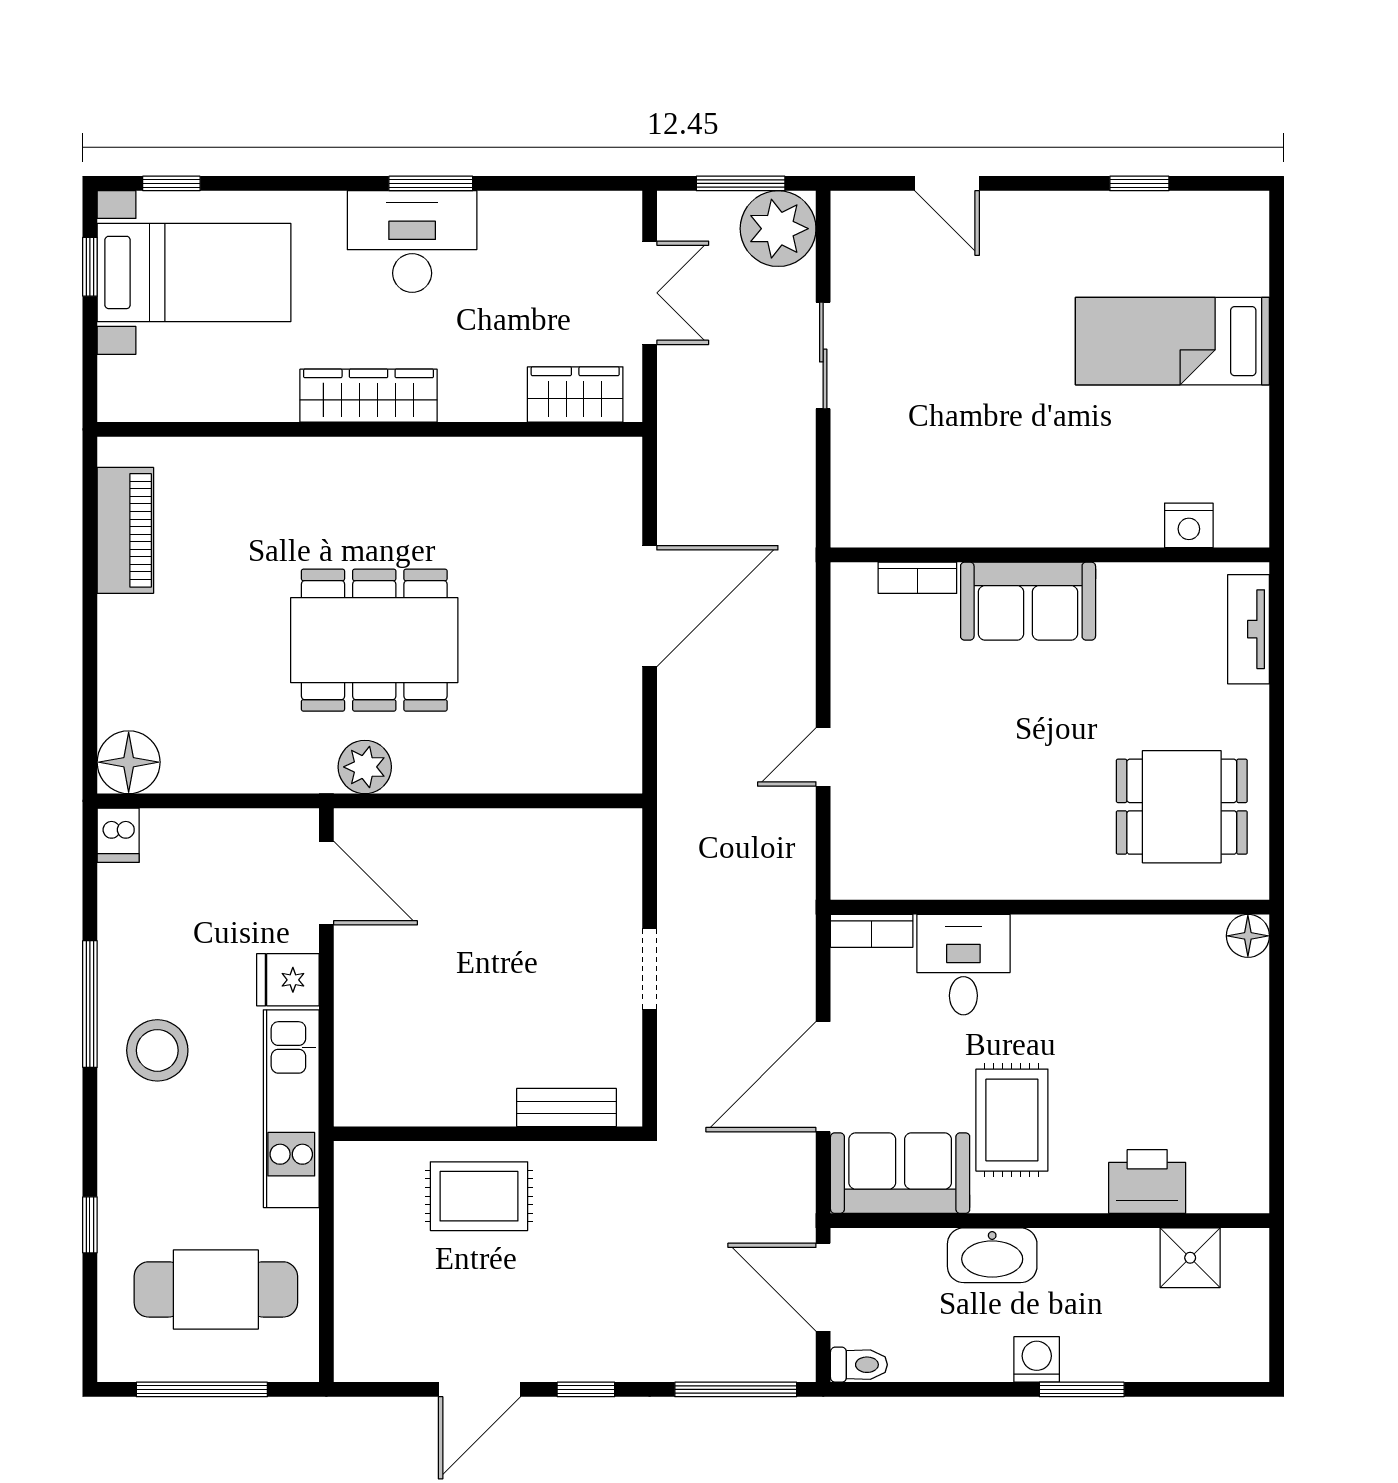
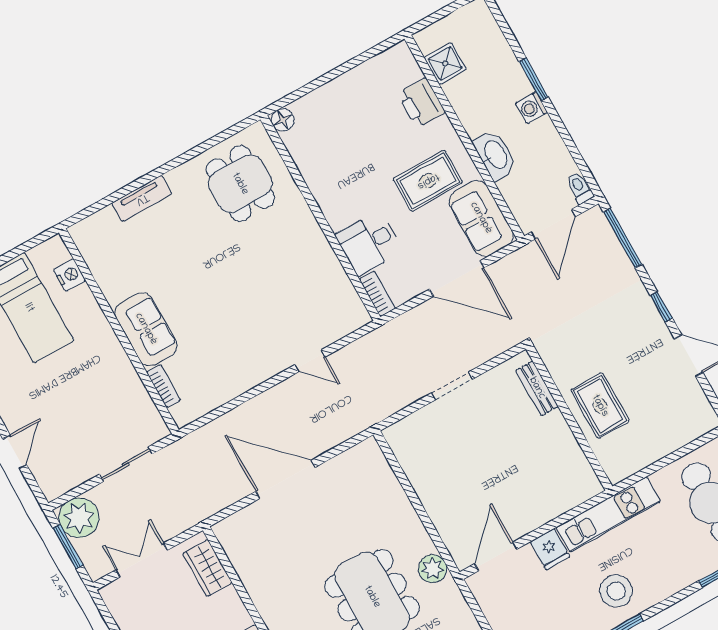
nightstand: (1189, 525) -> (70, 275), moved
wall: (1050, 555) -> (119, 331), moved
bookcase: (917, 578) -> (164, 386), moved
sofa: (1028, 601) -> (146, 329), moved

